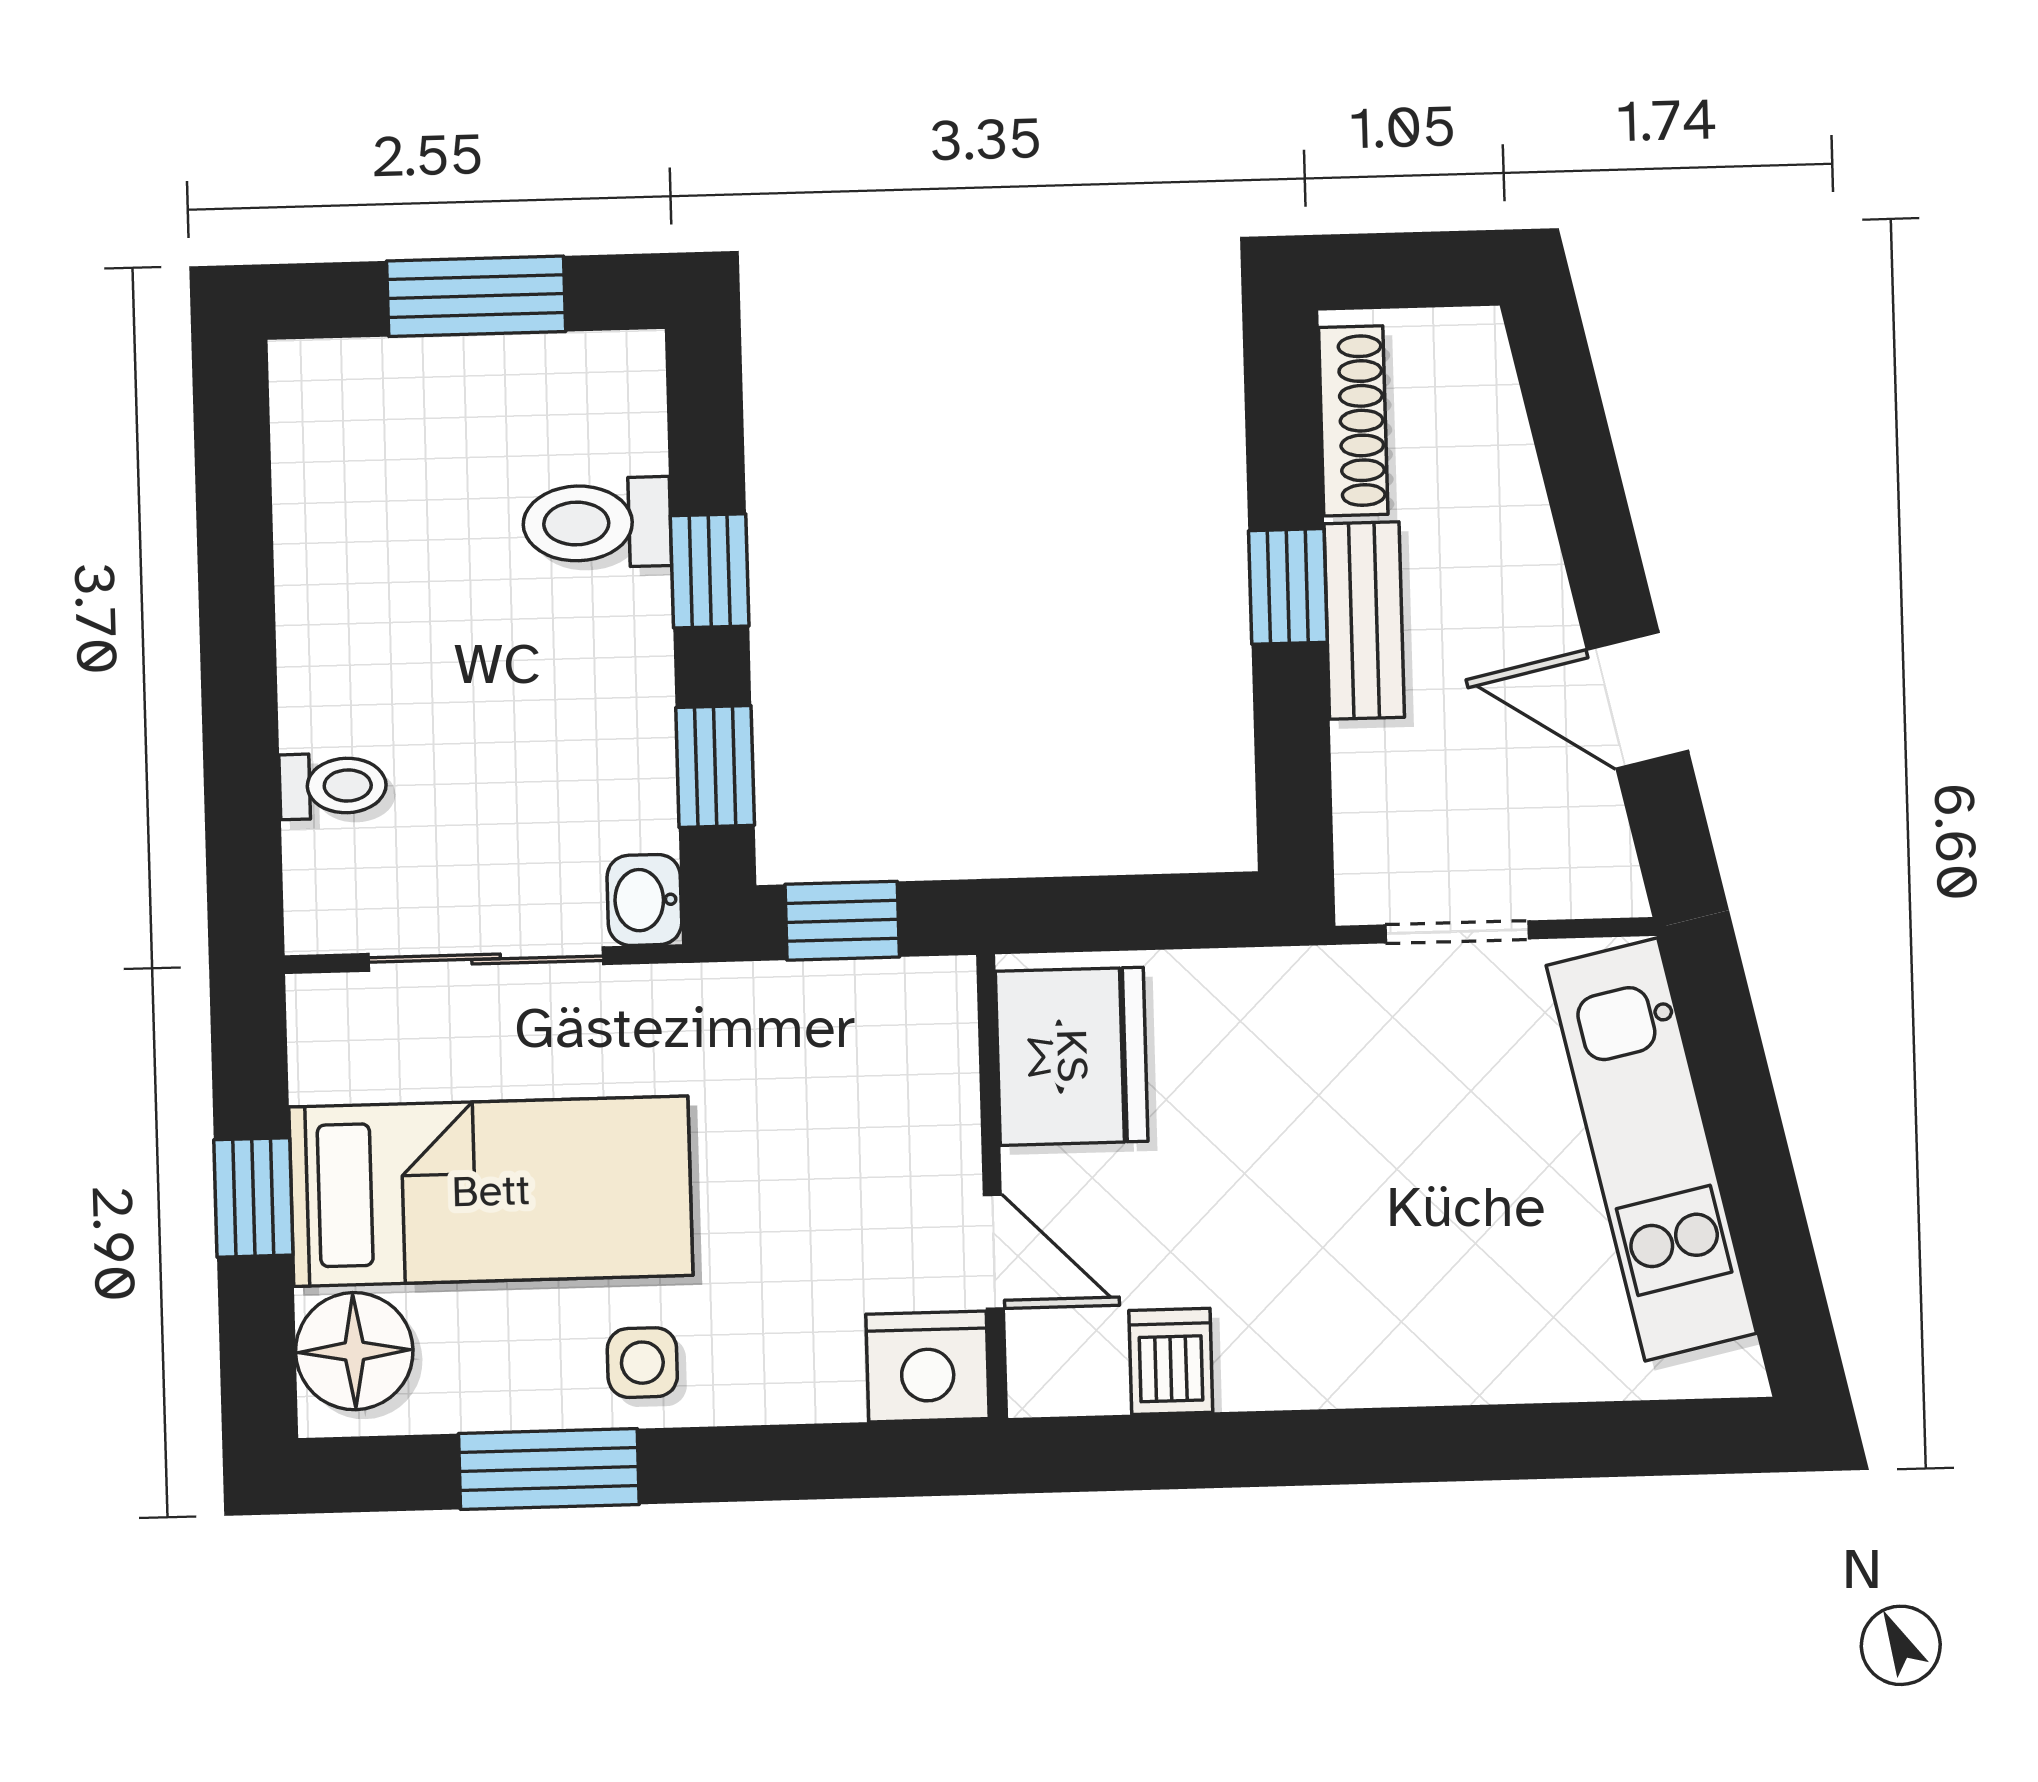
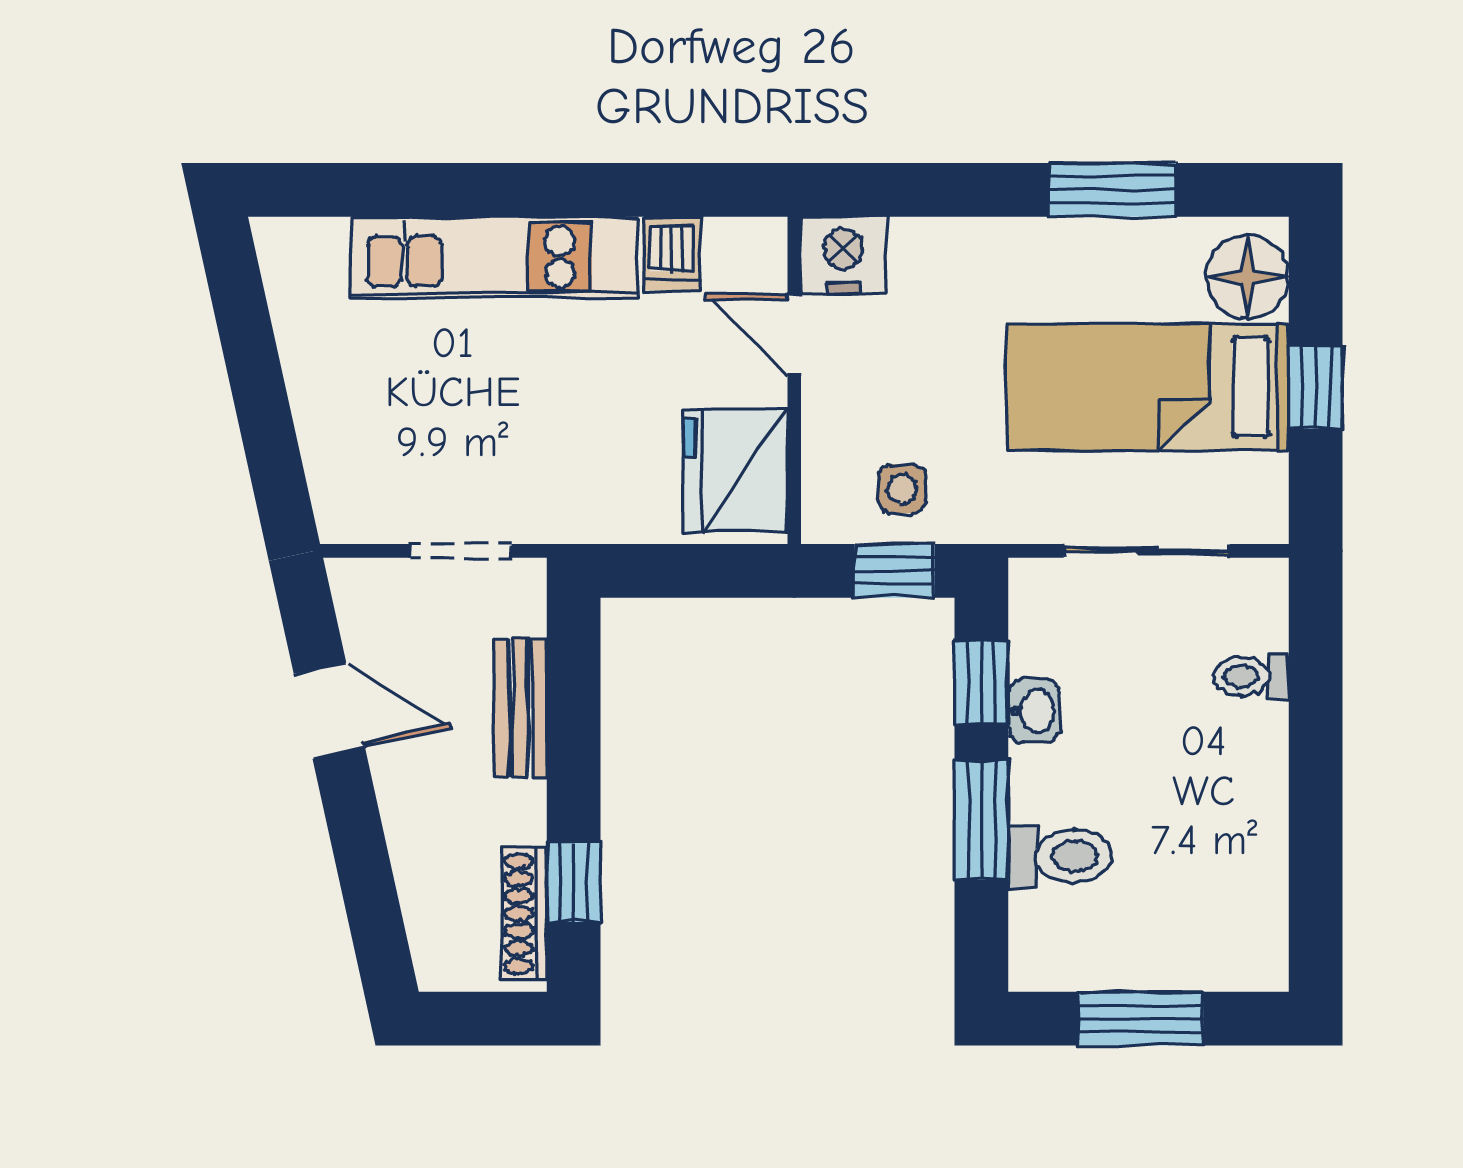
window: (710, 571) -> (981, 820), width x1.50
window: (1288, 586) -> (574, 882), moved
bench: (1364, 621) -> (521, 708), moved
washbasin: (644, 900) -> (1034, 711), moved
kitchen unit: (1651, 1149) -> (494, 257), moved, turned 102
side table: (642, 1363) -> (902, 489), moved

